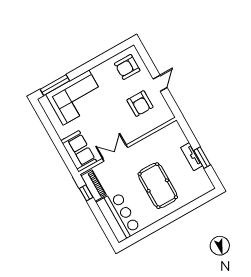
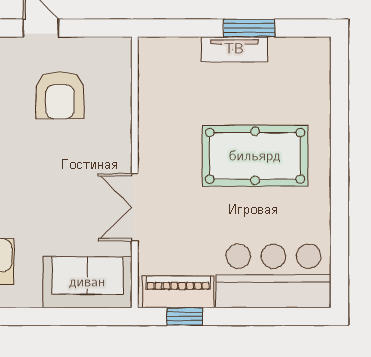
armchair: (140, 104) -> (60, 95), turned 90

